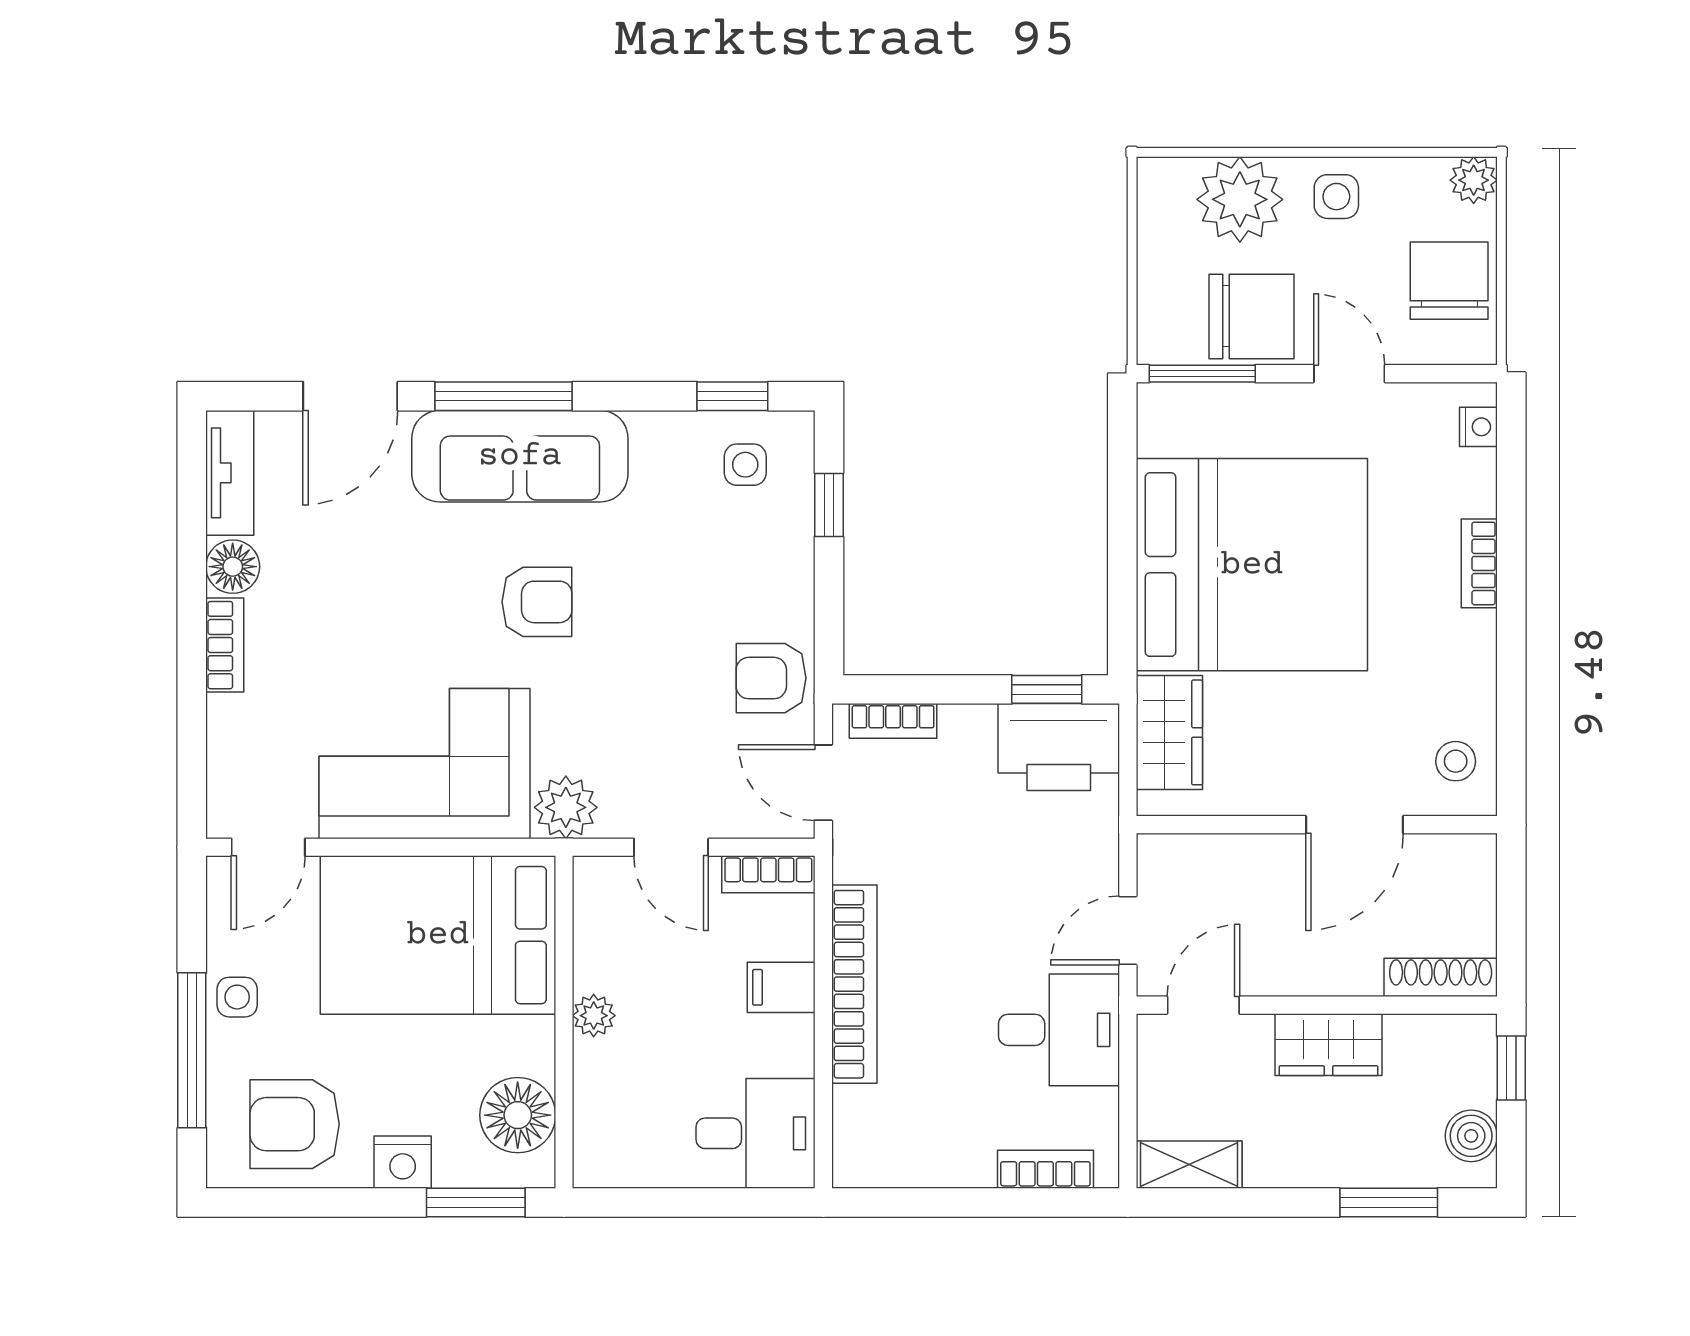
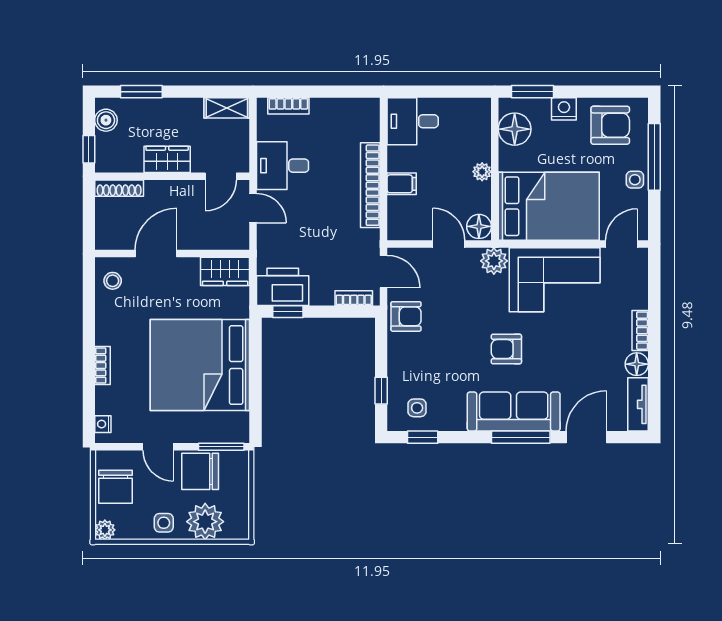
wardrobe: (1169, 732) -> (225, 271), moved, turned -90
bookcase: (768, 874) -> (407, 232), removed
floor lamp: (601, 888) -> (479, 226), added
door: (1128, 931) -> (253, 208), hinge flipped

